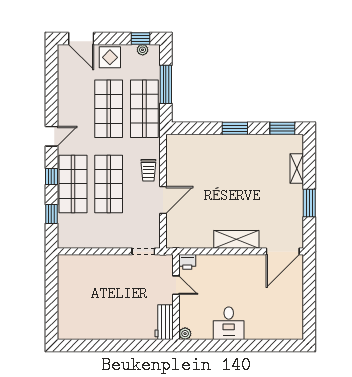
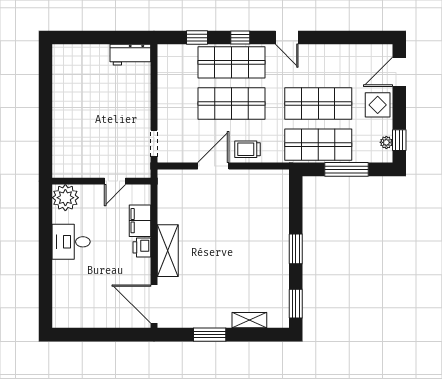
door: (163, 200) -> (213, 166), swing flipped
printer: (187, 262) -> (142, 247), moved
filing cabinet: (210, 263) -> (140, 221), added
workbench: (164, 322) -> (130, 55), moved, turned 180
plant: (185, 334) -> (65, 198), width x1.88, depth x1.88

